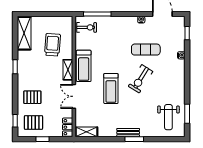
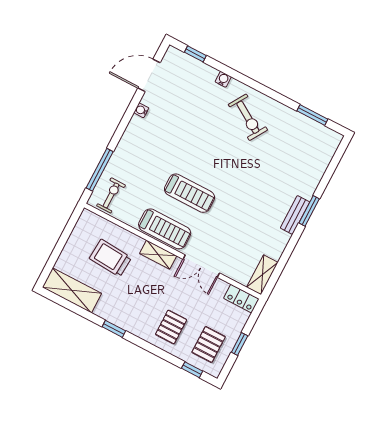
exercise mat: (146, 50) -> (188, 126), removed
exercise bike: (141, 79) -> (248, 117), moved
treadmill: (111, 89) -> (189, 193), moved
weight bench: (168, 117) -> (303, 145), removed

